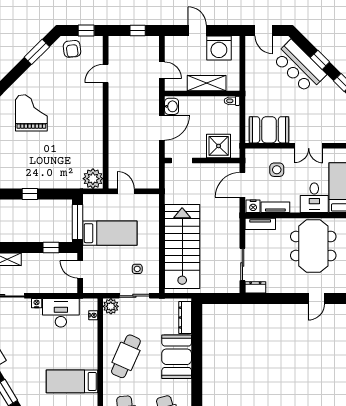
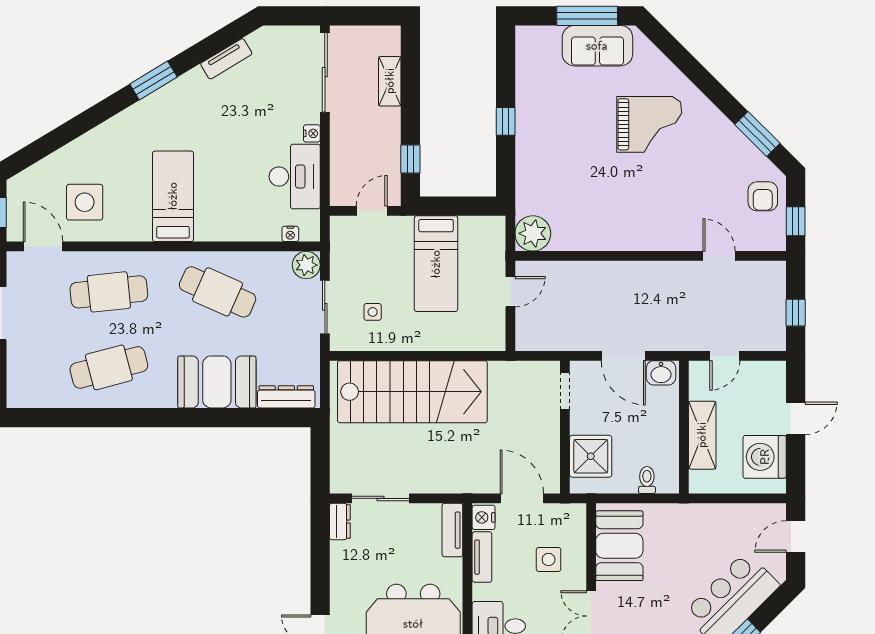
armchair: (72, 49) -> (763, 196), turned -84
toilet: (232, 101) -> (647, 480), moved
window: (77, 222) -> (456, 206), removed

